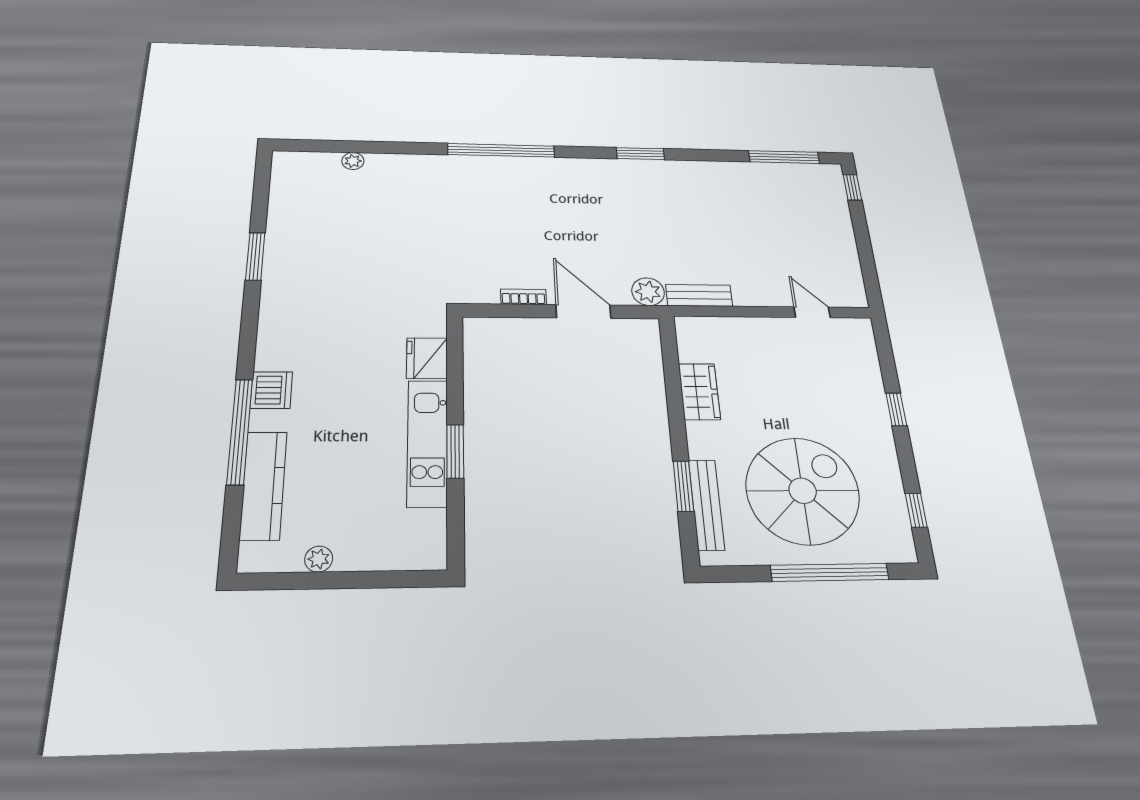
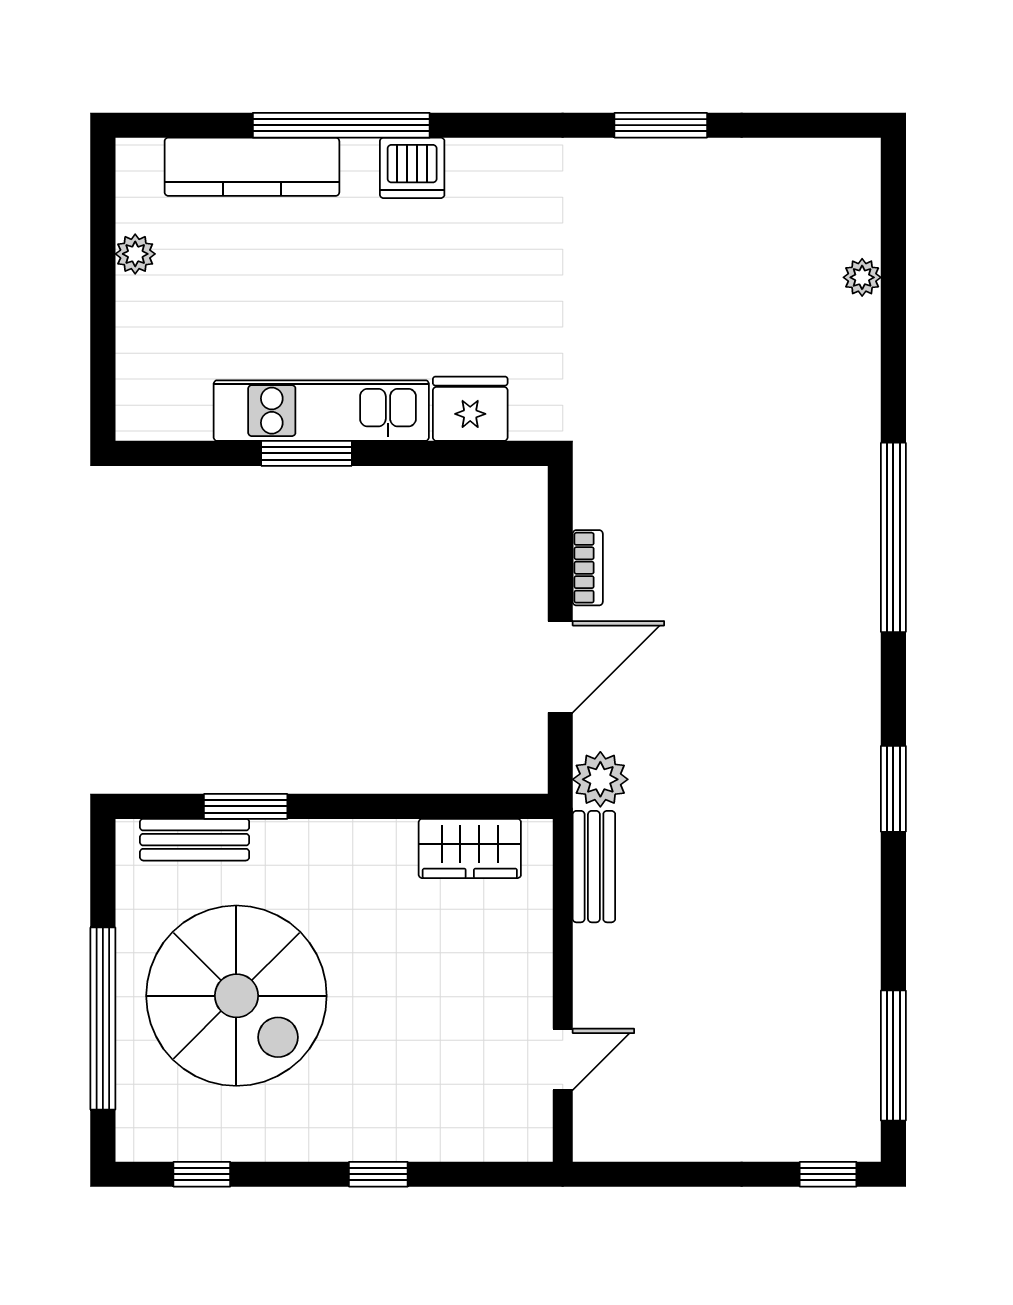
wardrobe: (699, 392) -> (470, 848), moved
bench: (706, 505) -> (195, 840), width x0.73

